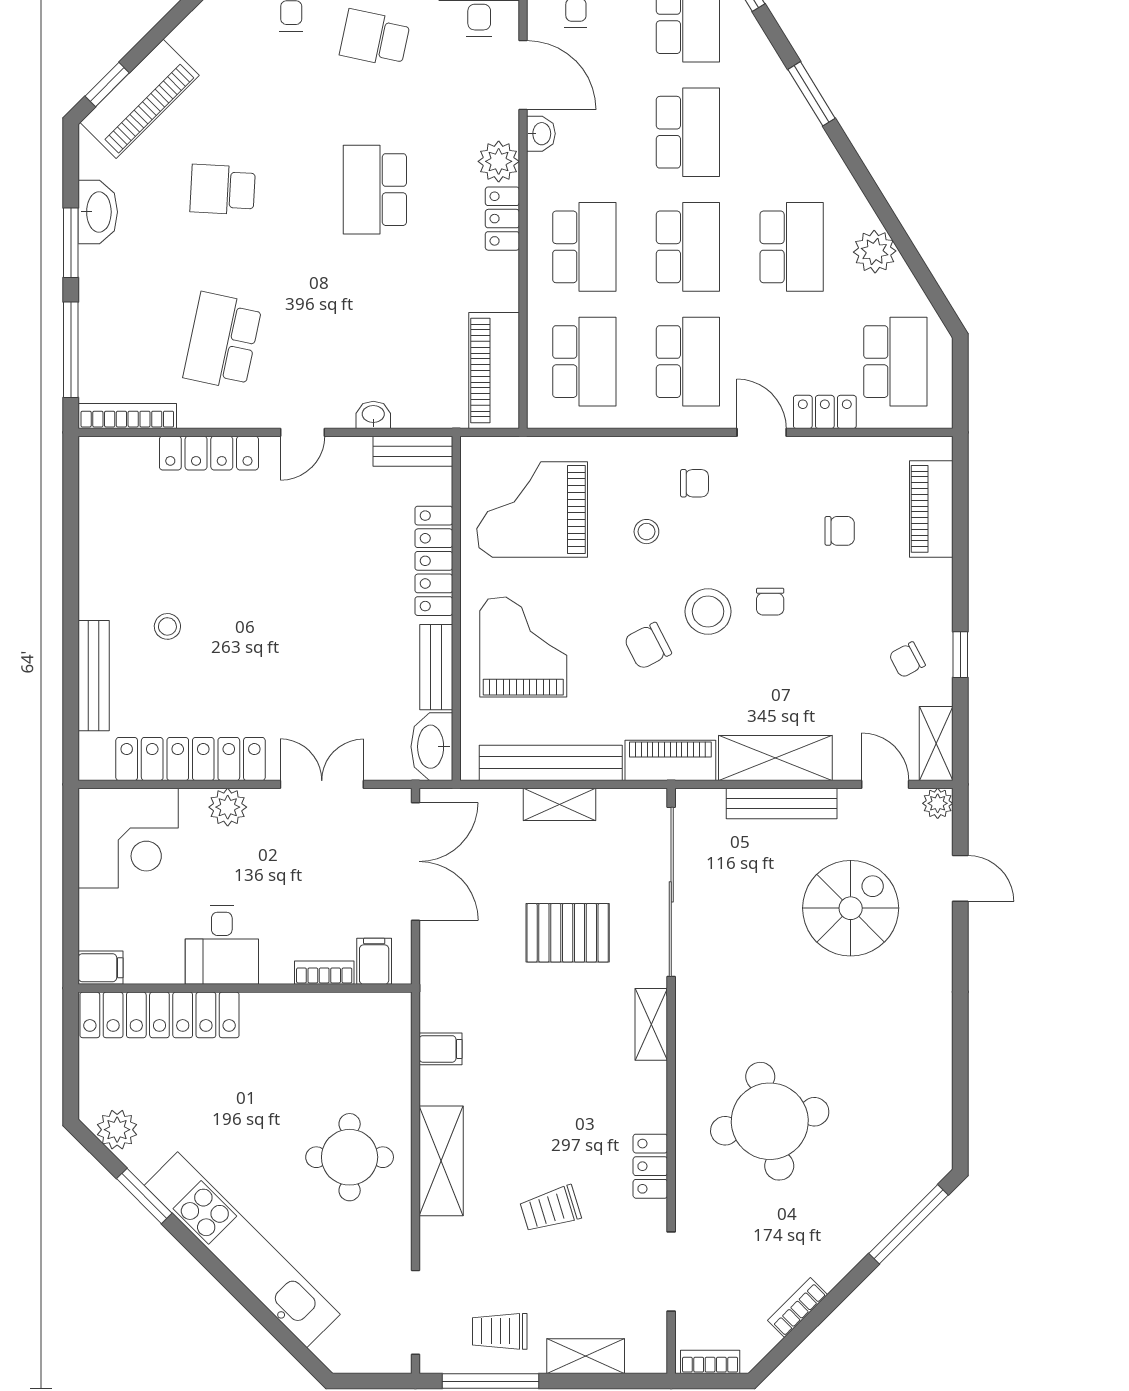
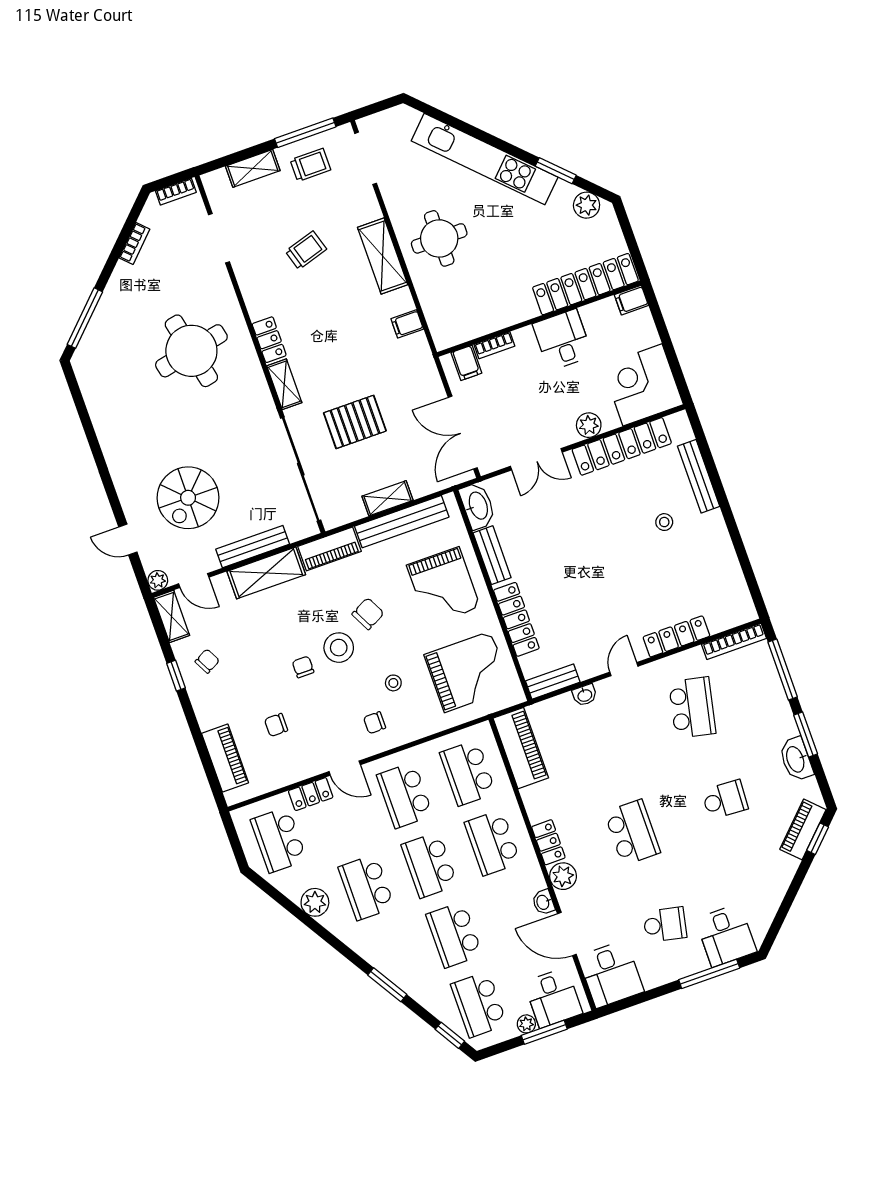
piano: (140, 99) -> (803, 829), width x0.73, depth x0.75
locker: (650, 1166) -> (269, 340), moved

